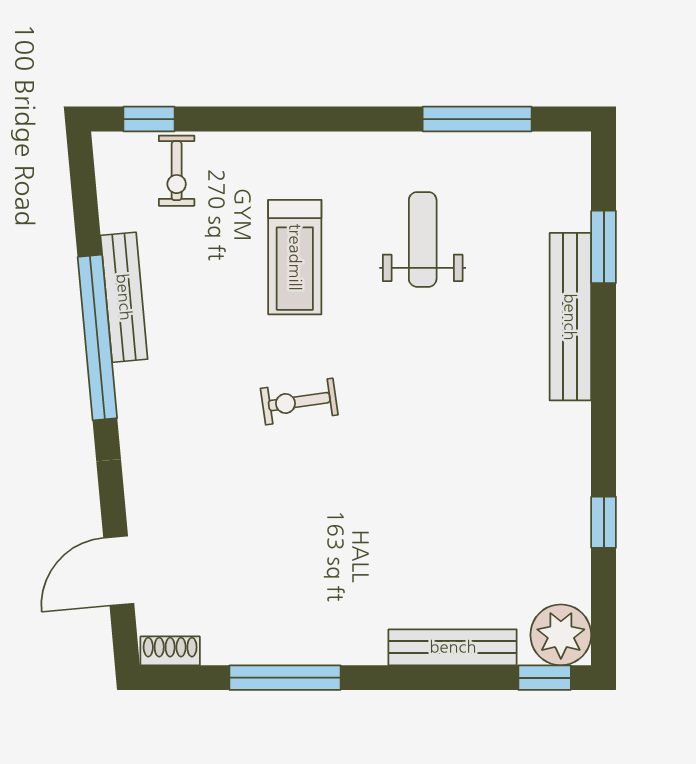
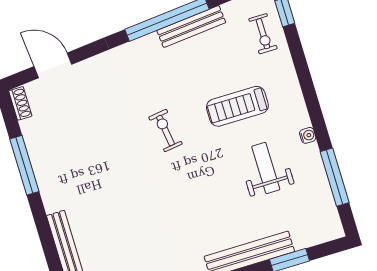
water cooler: (386, 145) -> (308, 135), added
exercise bike: (177, 171) -> (263, 34), turned -90
weight bench: (423, 239) -> (266, 168), turned -90

